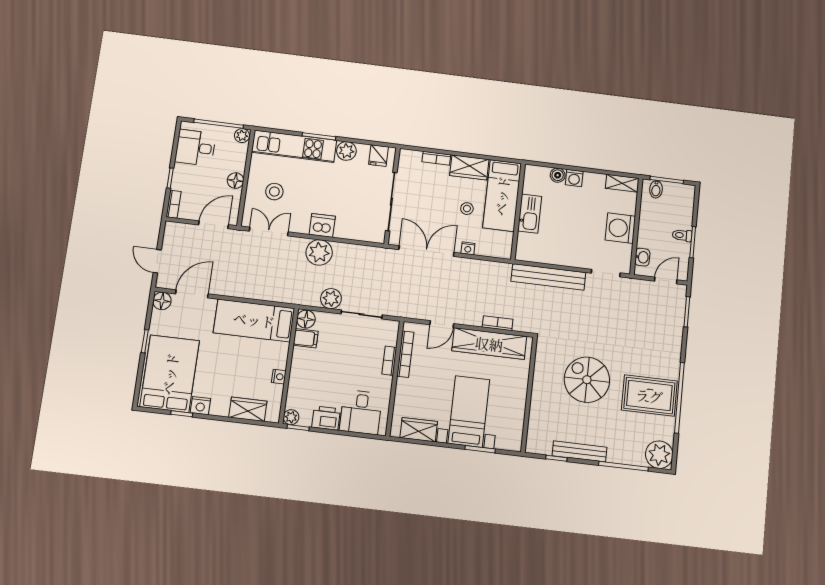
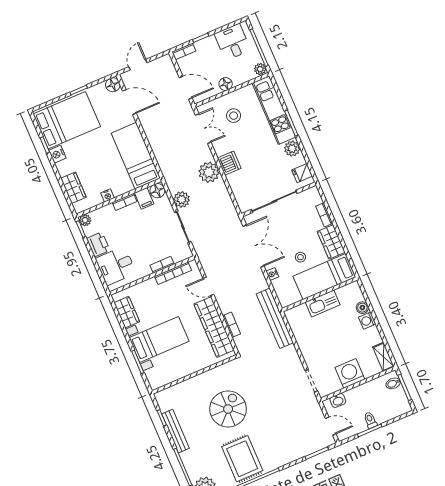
bench: (548, 277) -> (275, 318), moved
bookcase: (297, 362) -> (124, 202), added

